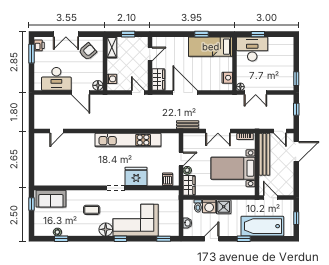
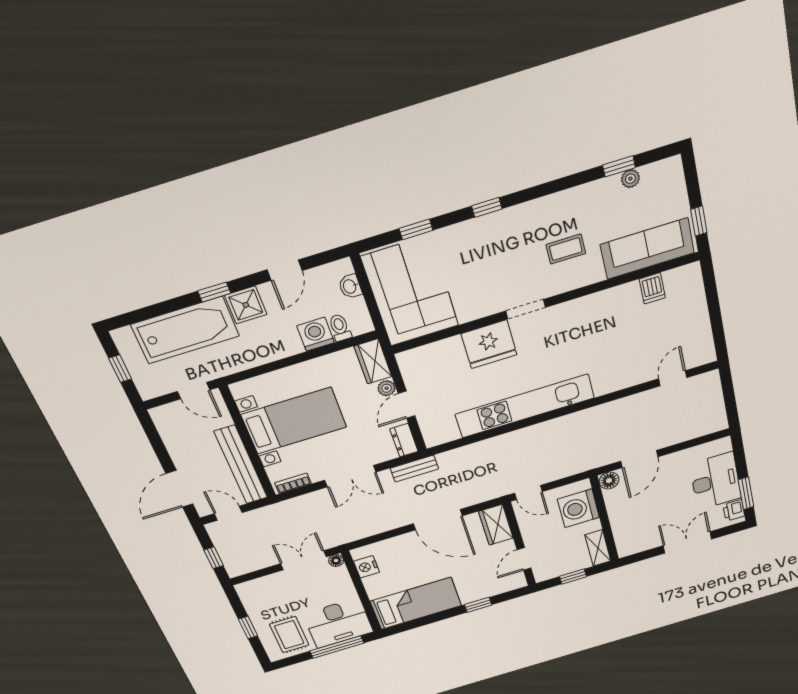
window: (201, 34) -> (478, 605), moved
window: (258, 34) -> (337, 647), width x2.17
armchair: (88, 51) -> (641, 528), removed
rug: (278, 51) -> (289, 635), added
desk: (56, 79) -> (715, 481), moved, turned 90
washing machine: (112, 79) -> (578, 508), width x1.89, depth x1.89
window: (296, 79) -> (248, 627), moved
door: (81, 92) -> (639, 459), swing flipped
double door: (218, 131) -> (350, 476), swing flipped
dresser: (188, 141) -> (404, 440), added
dishwasher: (168, 179) -> (652, 288), moved
sofa: (51, 199) -> (647, 249), width x1.36
shower: (224, 207) -> (246, 305), moved
corner sofa: (136, 220) -> (410, 291), moved, turned -90
floor lamp: (106, 229) -> (525, 217), removed
window: (164, 239) -> (416, 229), moved

